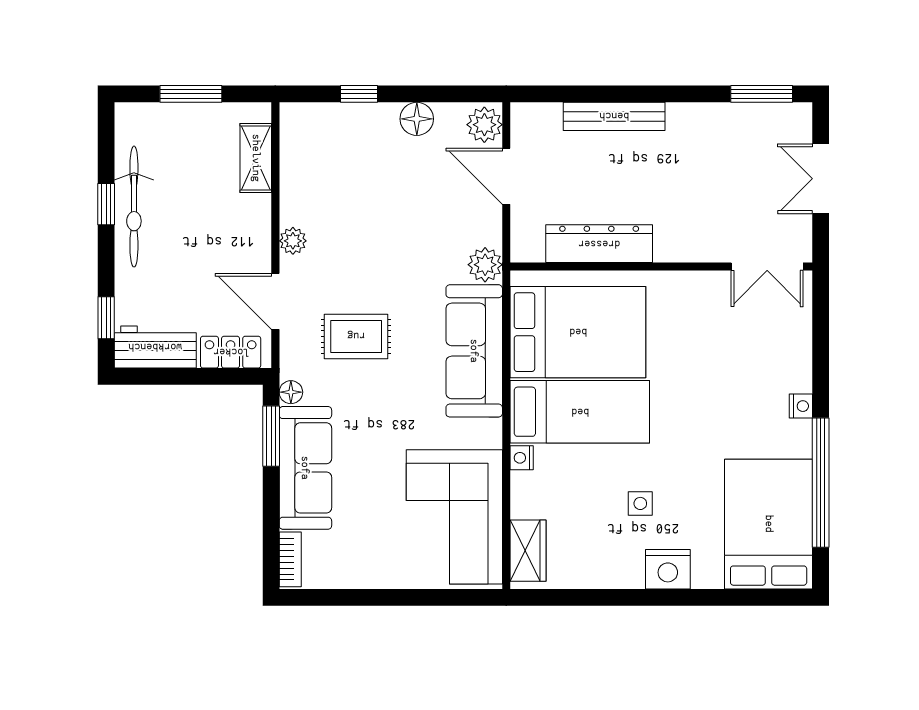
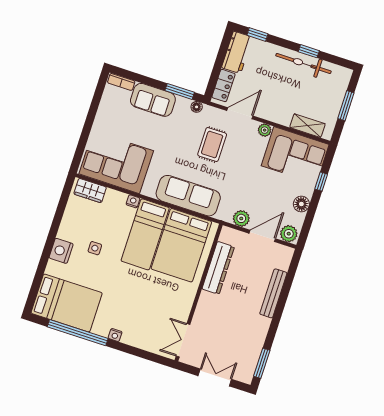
corner sofa: (323, 163) -> (295, 155), added
plant: (485, 265) -> (241, 218), moved
sofa: (305, 468) -> (153, 100), width x0.73

